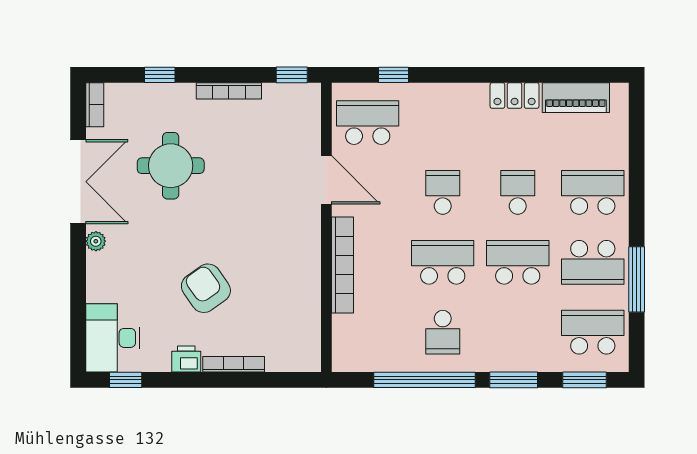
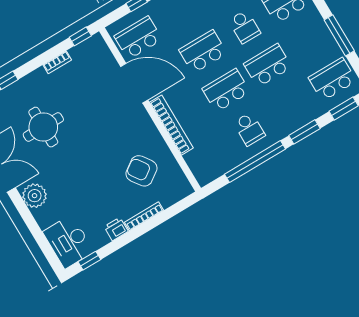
bookcase: (229, 91) -> (57, 62), width x0.64
door: (326, 180) -> (134, 83), width x1.36
school desk: (443, 192) -> (203, 52), width x1.85
school desk: (518, 192) -> (244, 27), turned 180
plant: (96, 241) -> (35, 196), width x1.87, depth x1.87
school desk: (593, 262) -> (309, 41), removed
armchair: (206, 288) -> (141, 171), moved

